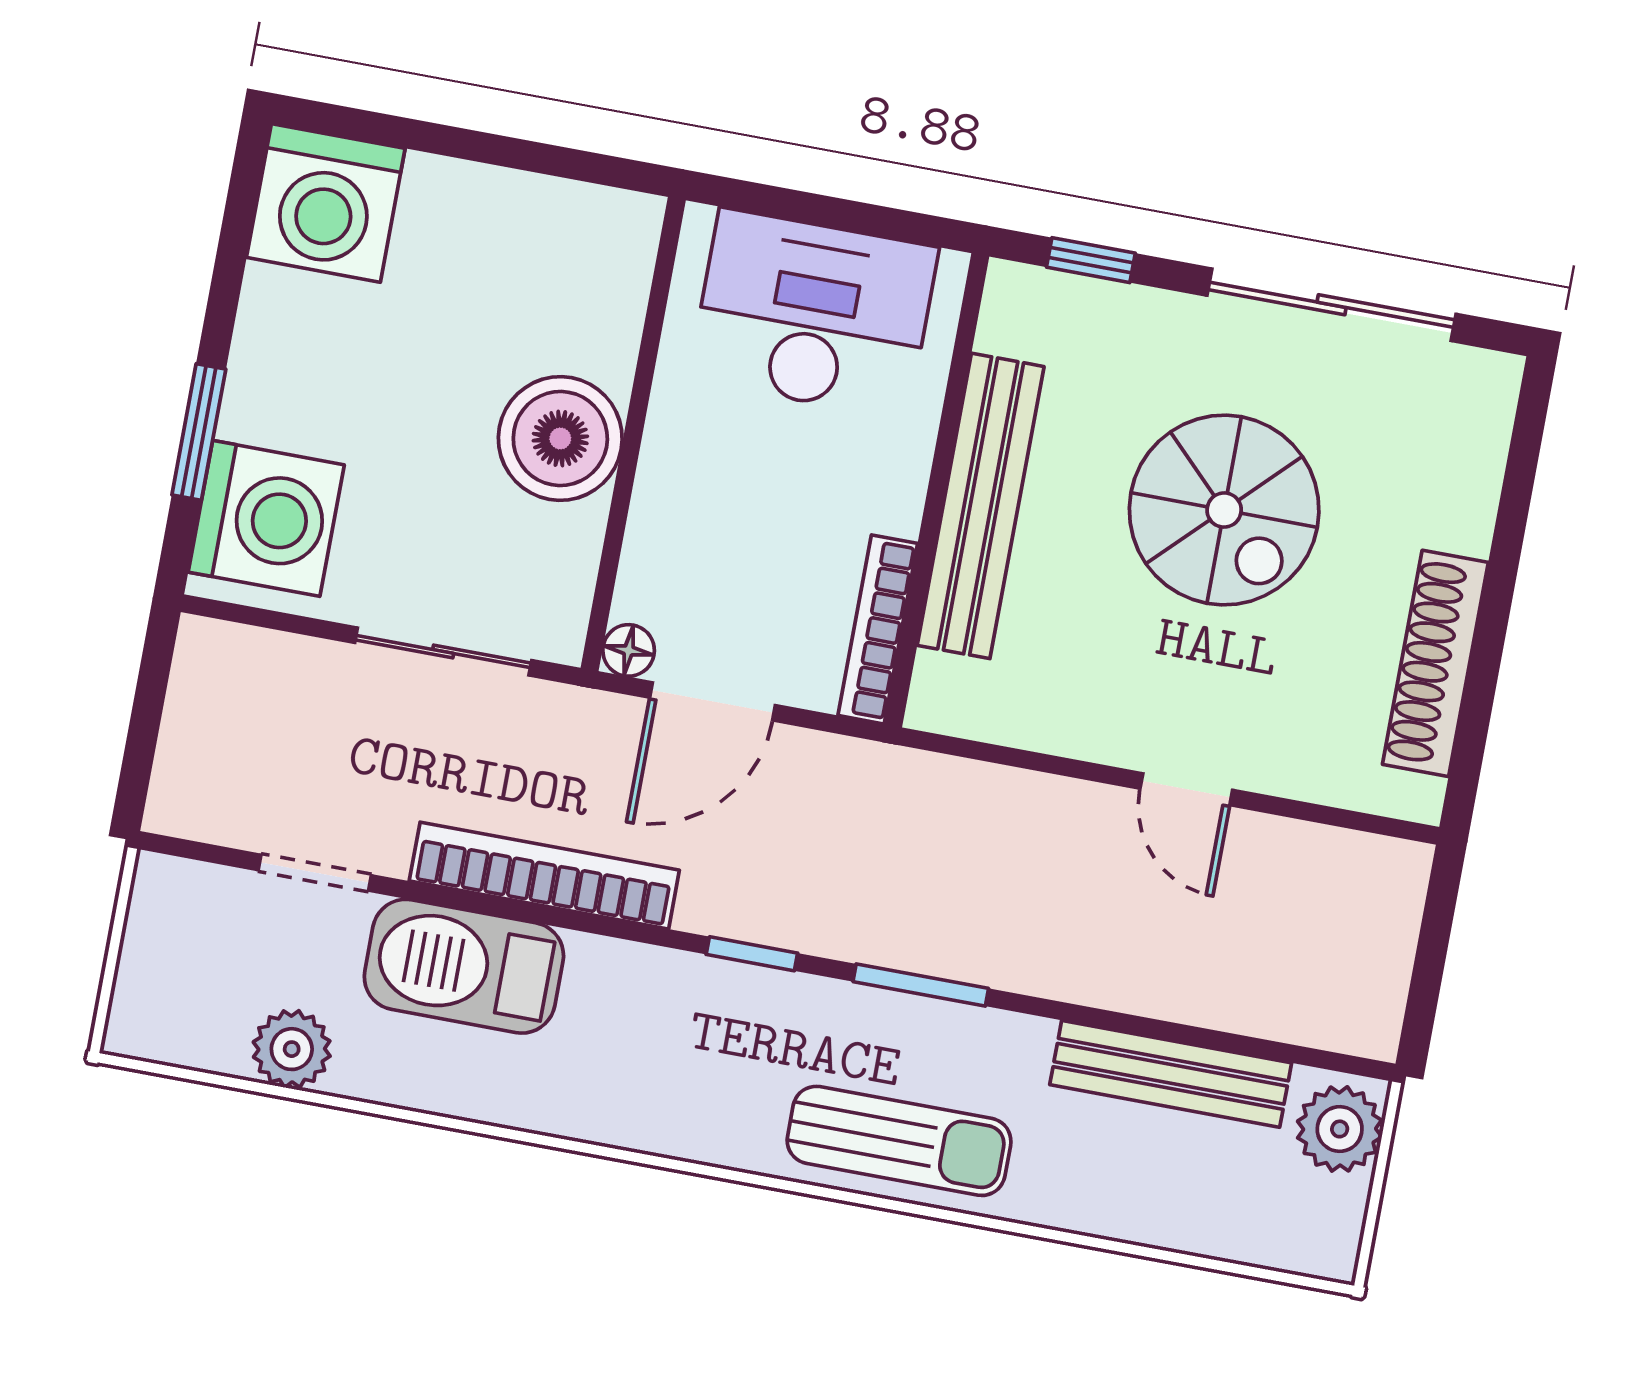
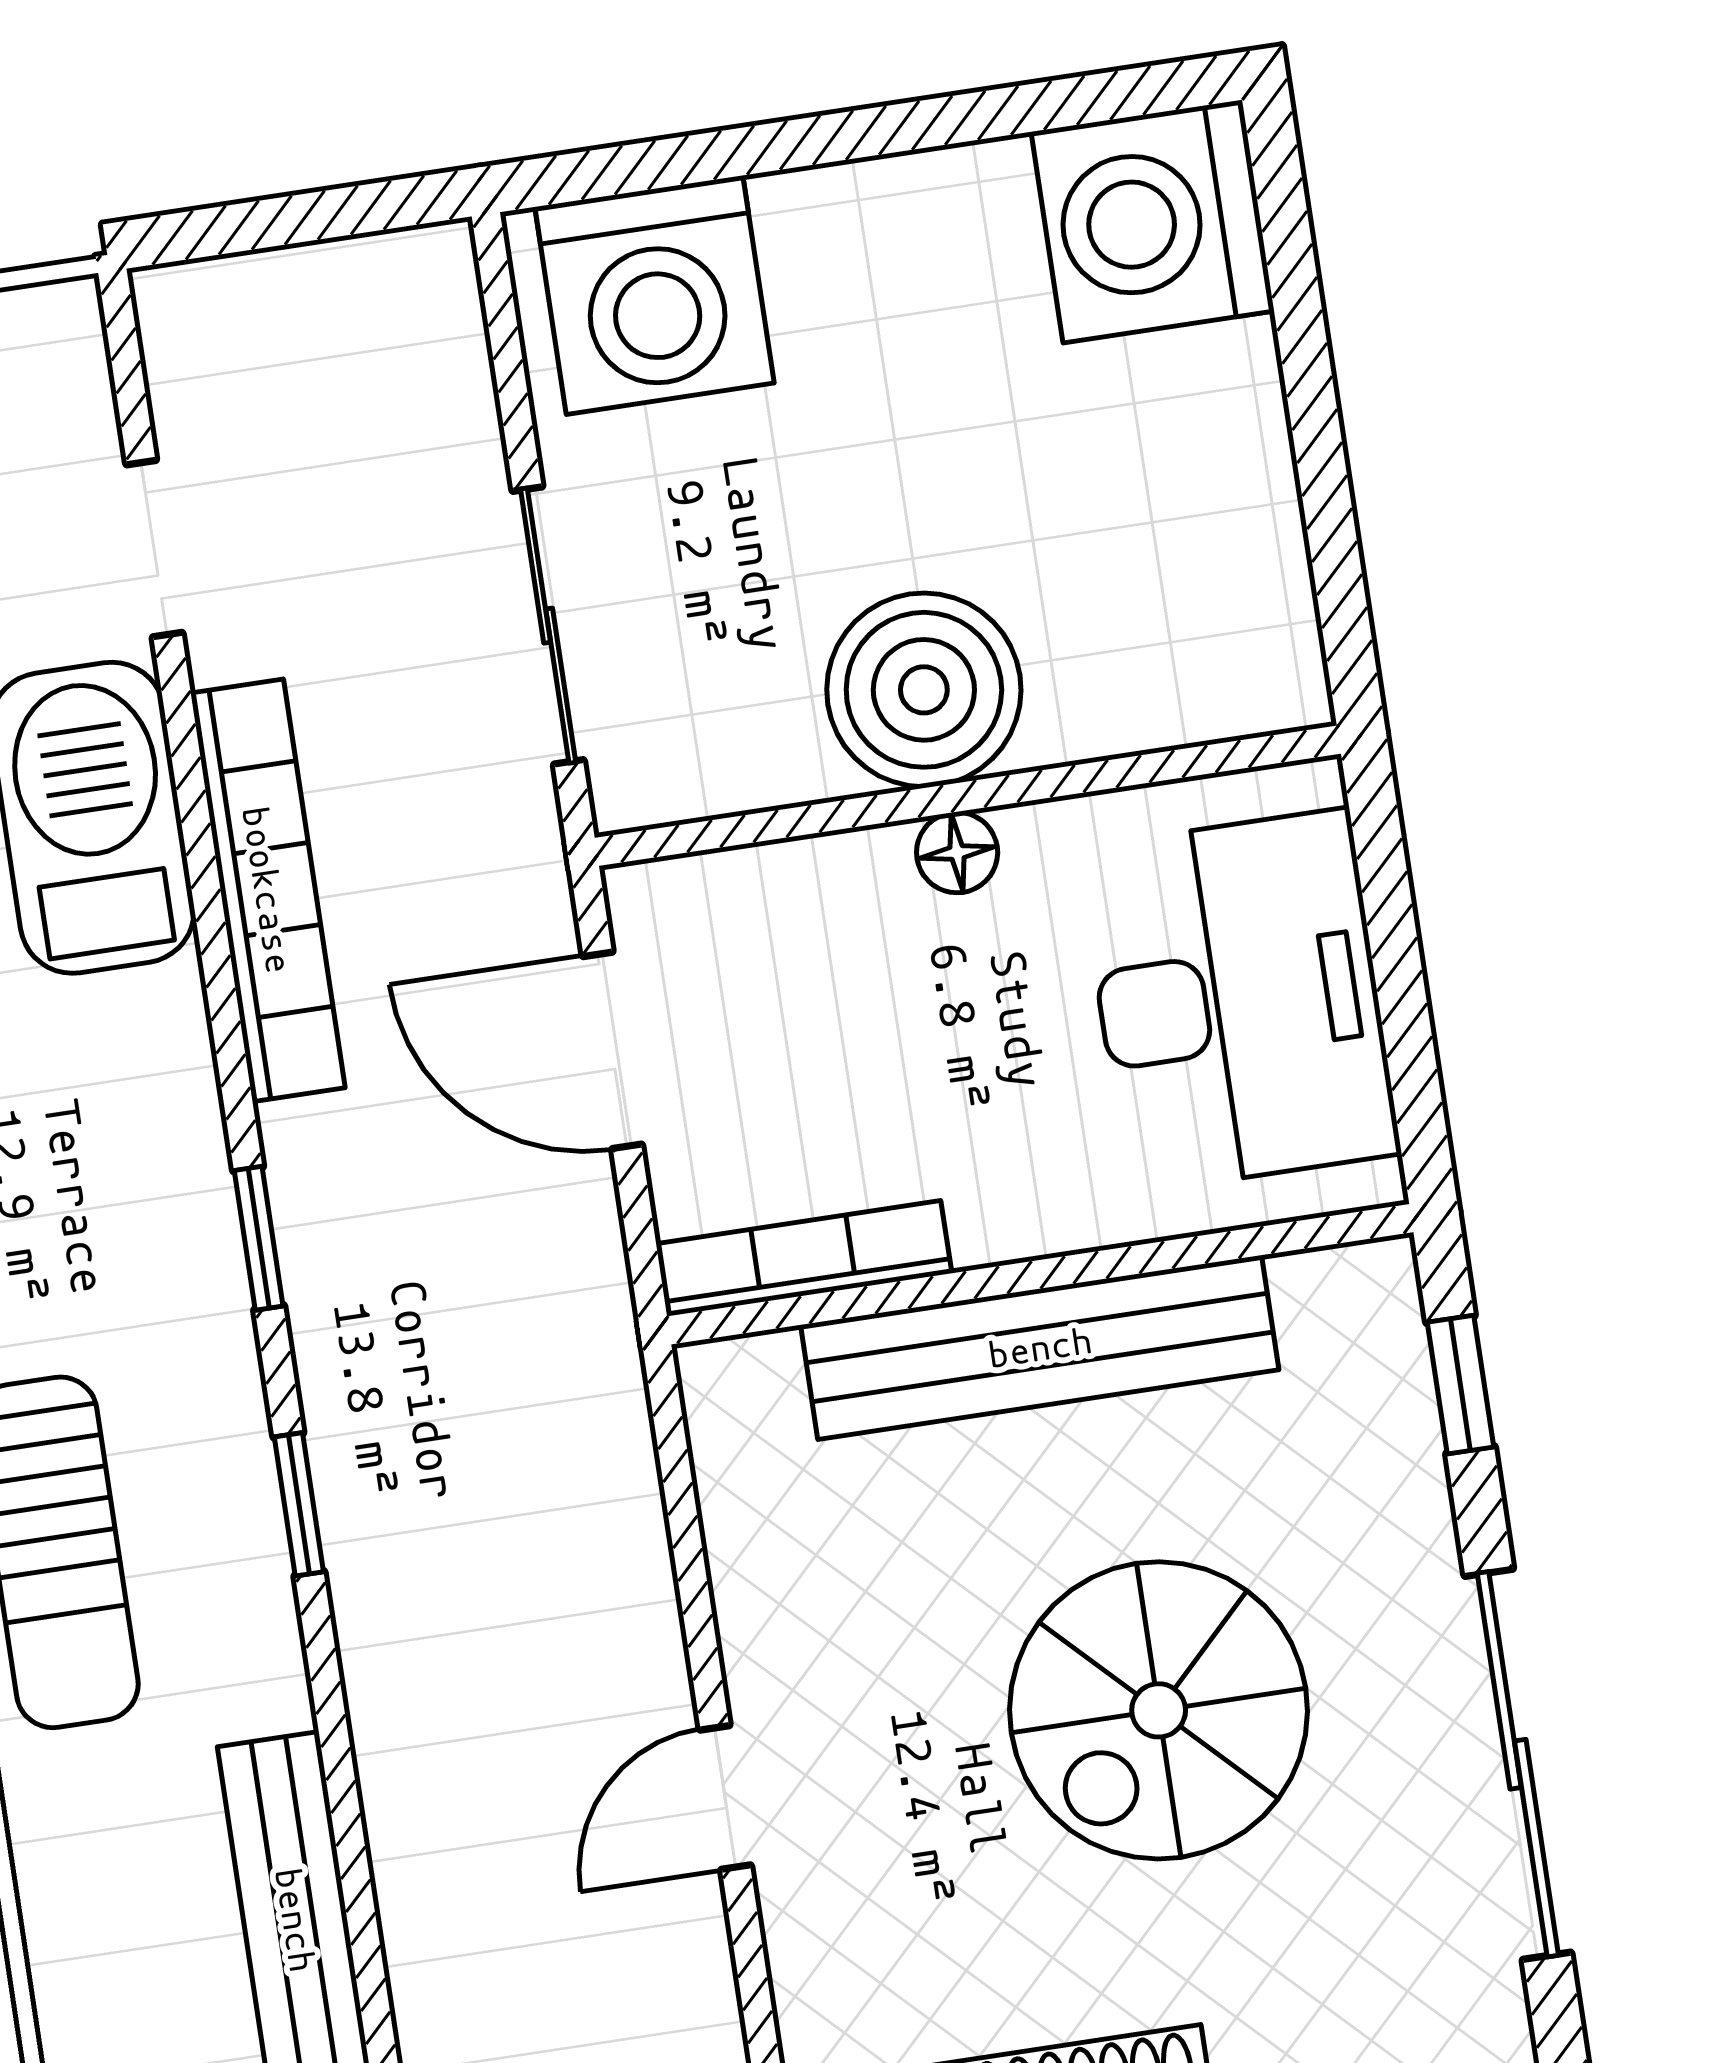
window: (199, 432) -> (748, 151), removed
floor lamp: (629, 650) -> (957, 853), moved
window: (921, 985) -> (299, 1504), width x0.67

